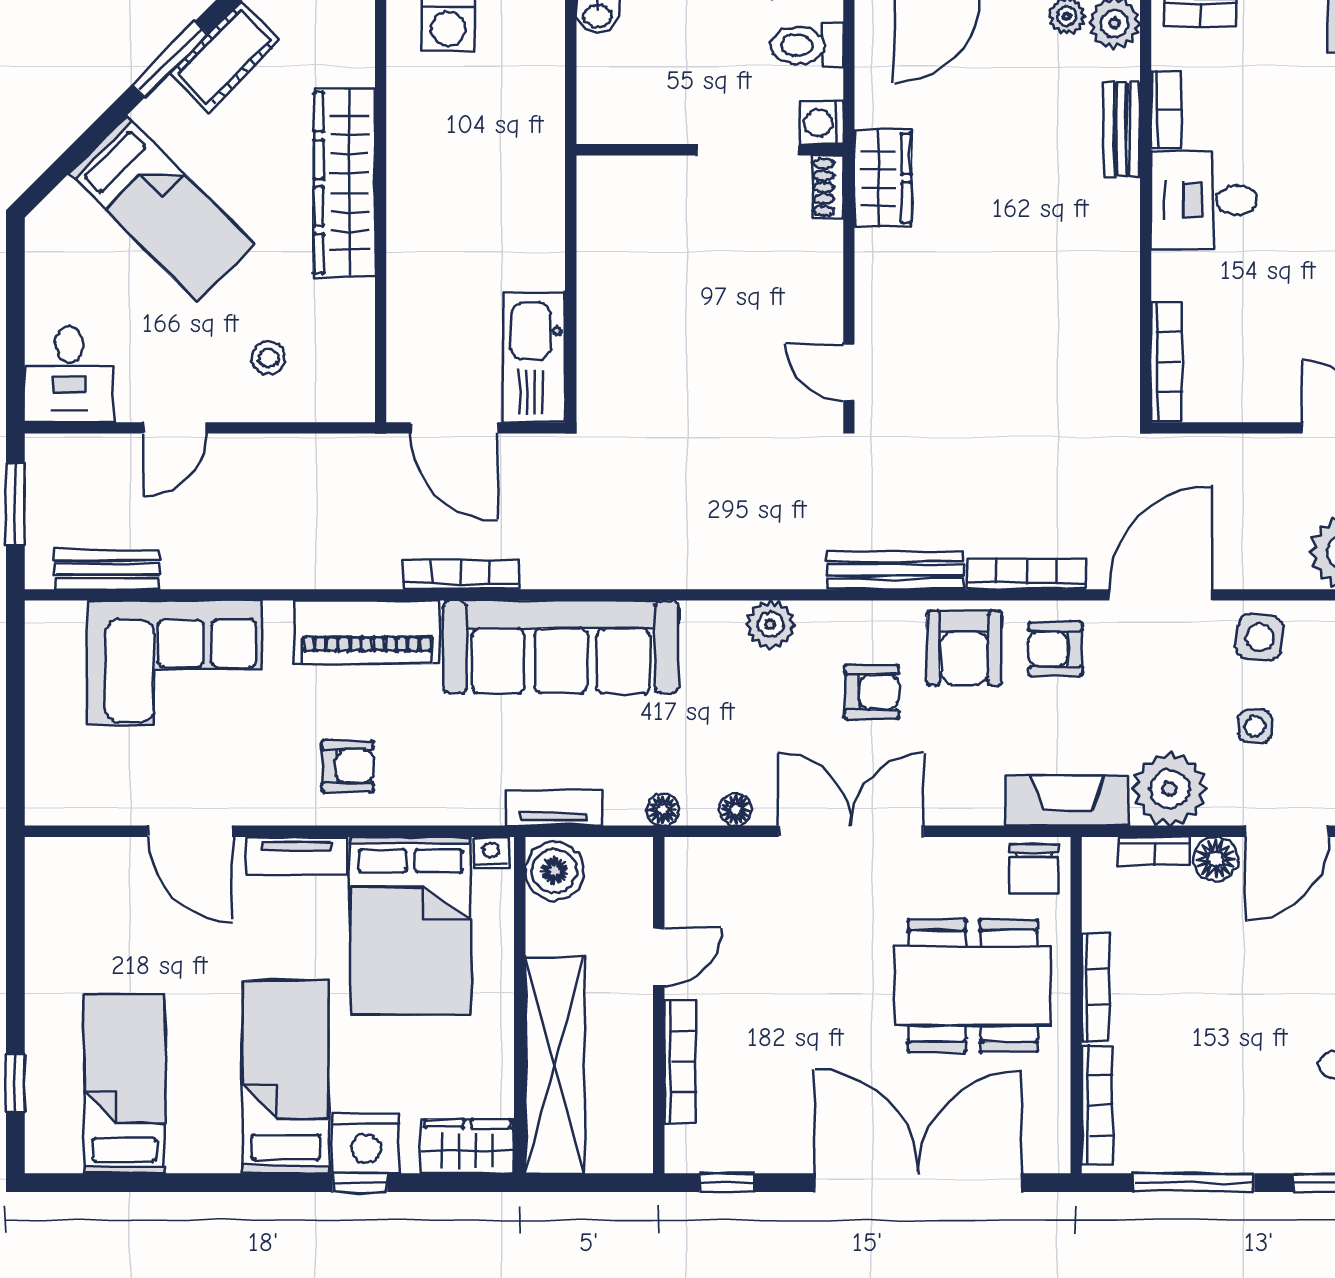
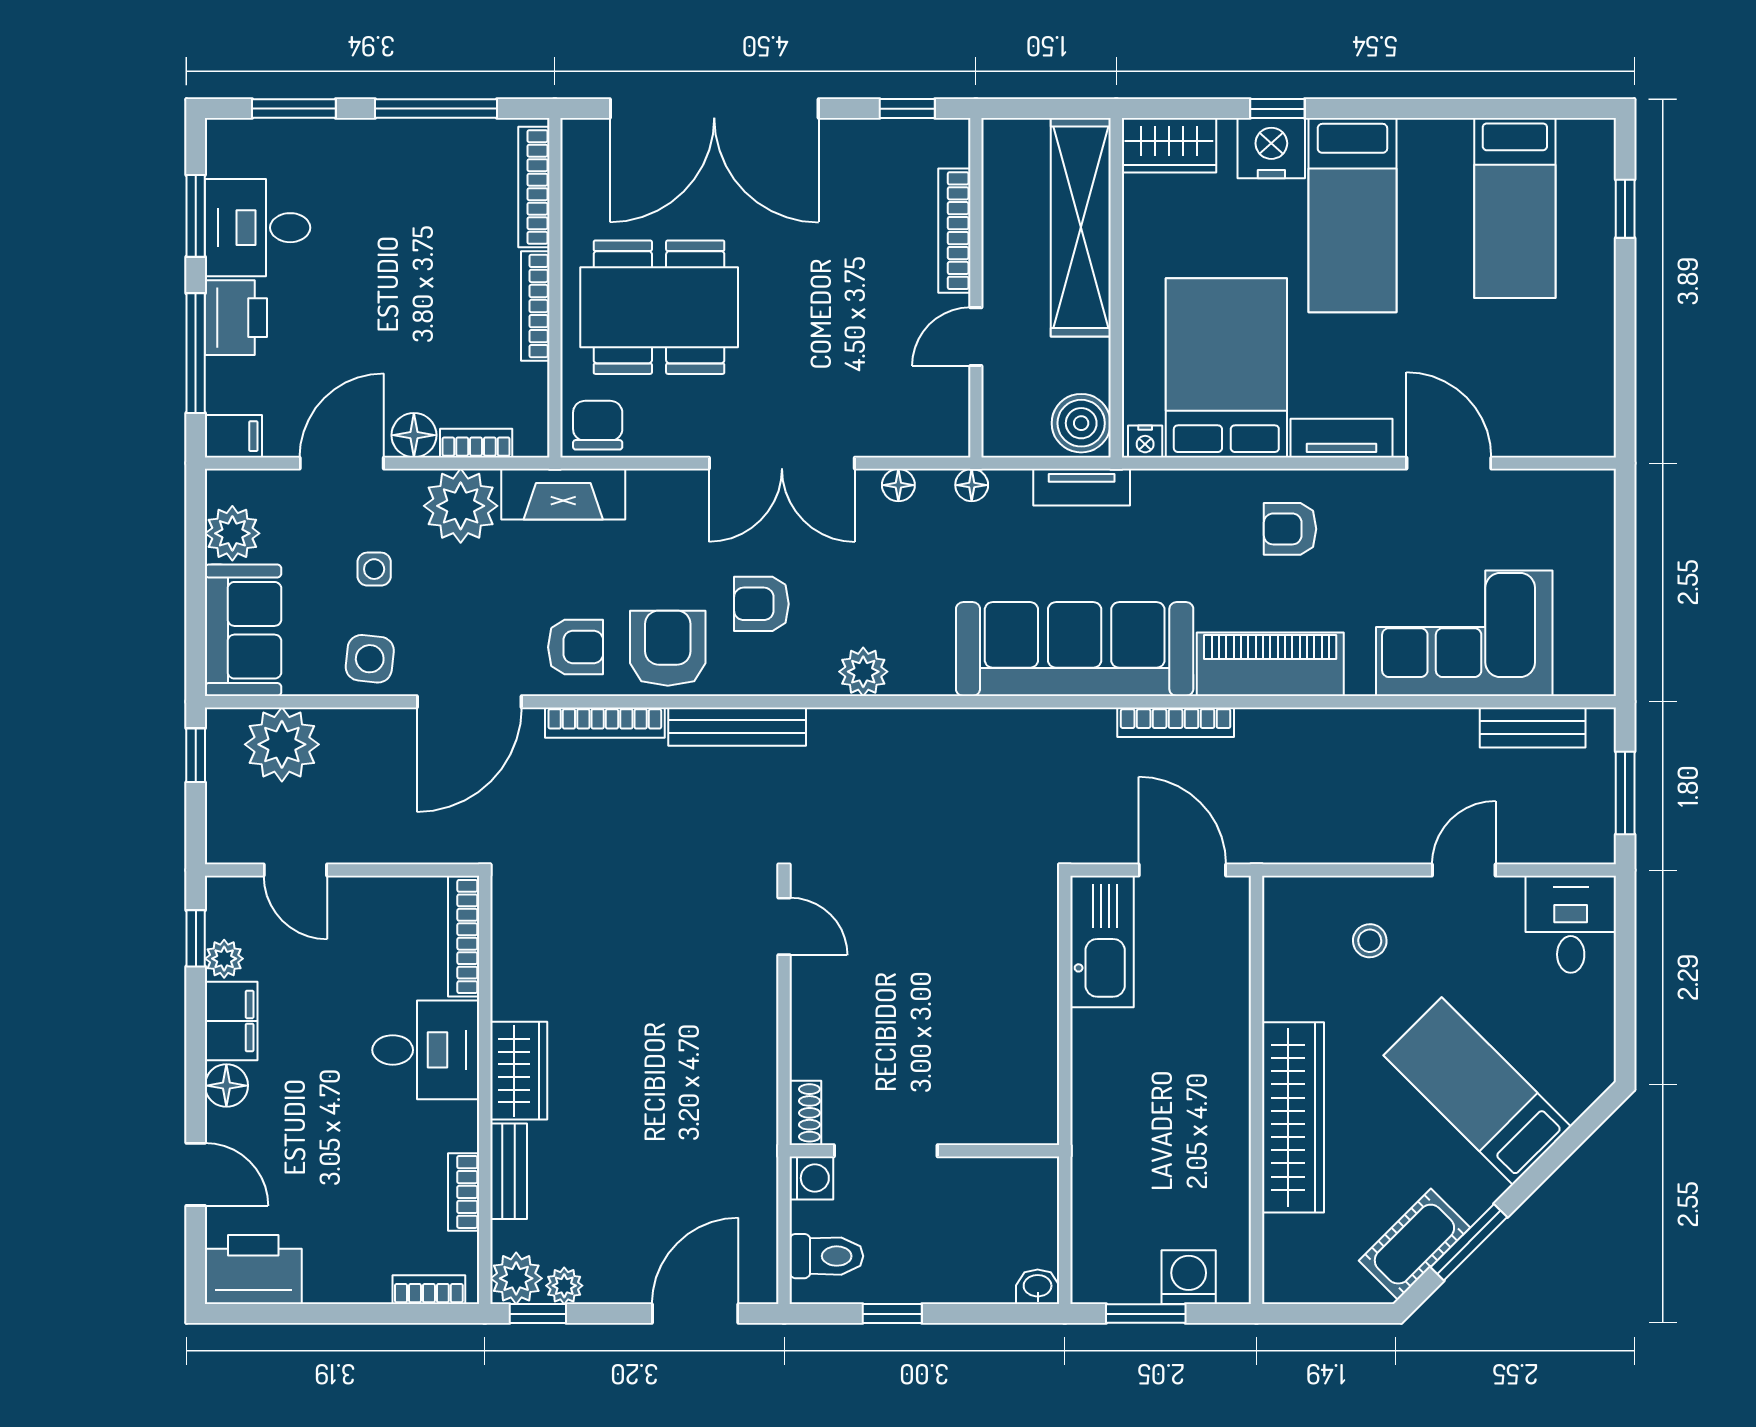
wardrobe: (883, 178) -> (519, 1071), moved, turned 180
desk: (1204, 200) -> (426, 1050), moved

